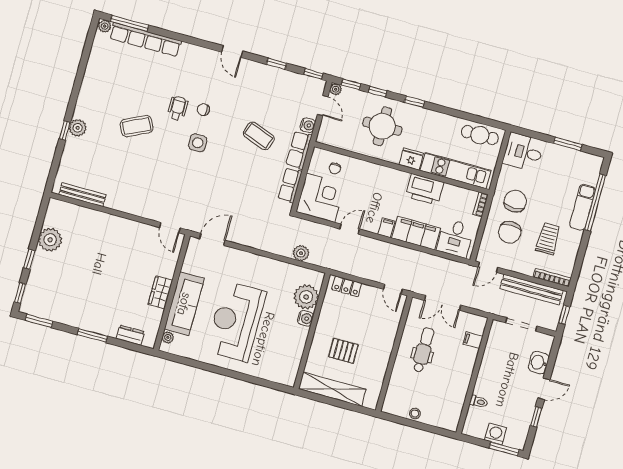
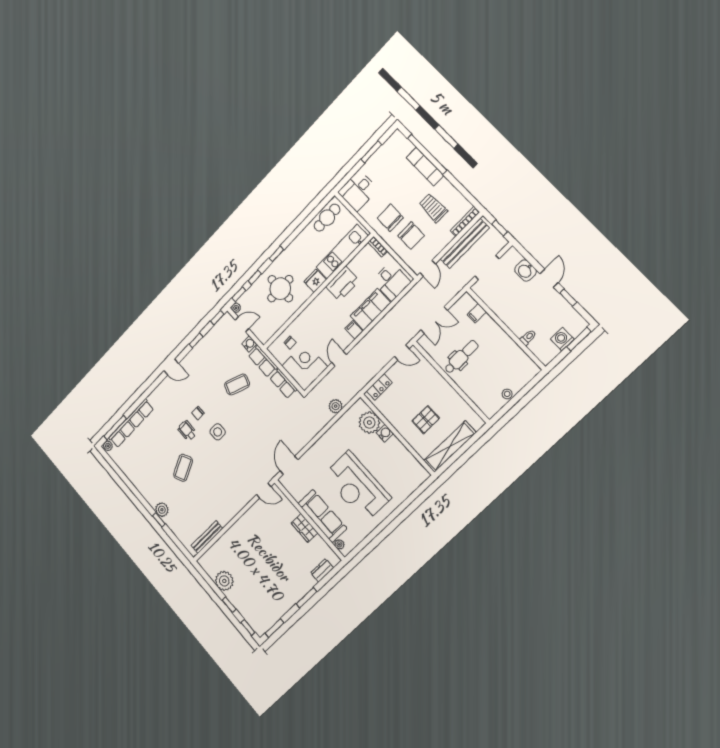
dental chair: (424, 350) -> (461, 357), turned 90

